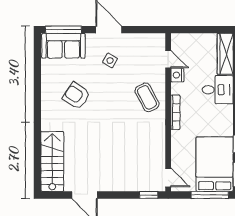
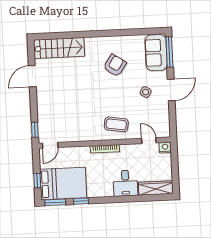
door: (168, 59) -> (149, 141), swing flipped
nightstand: (177, 75) -> (165, 148), moved
coffee table: (147, 97) -> (116, 124), turned 37
window: (210, 195) -> (37, 181), width x0.46

